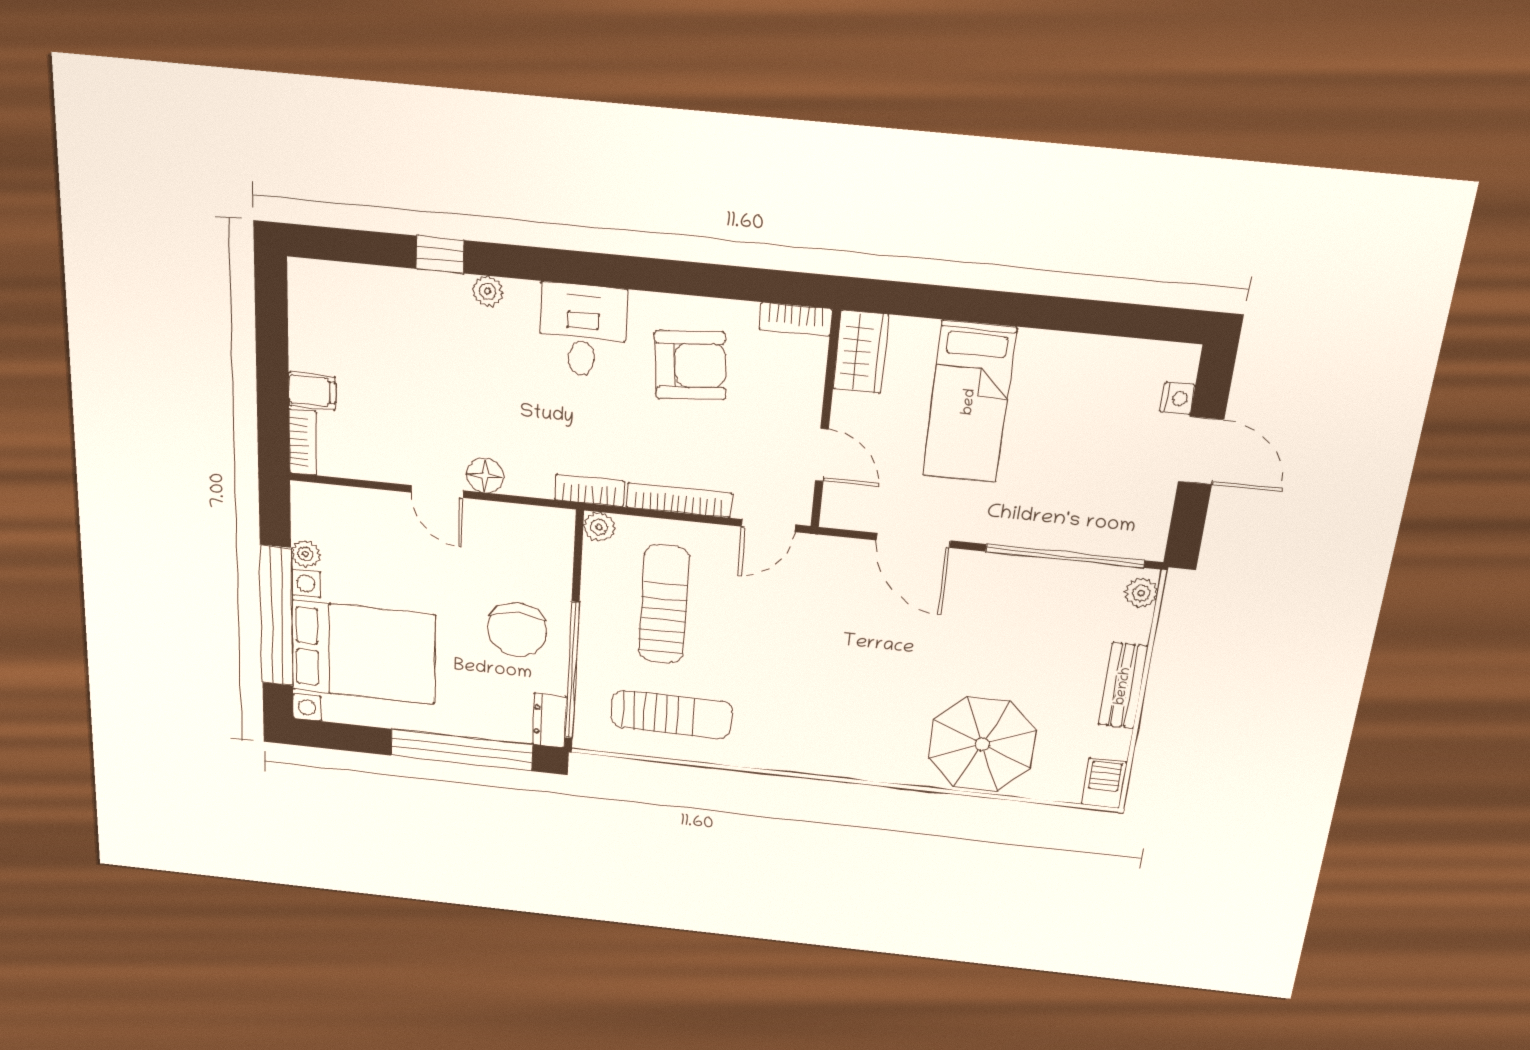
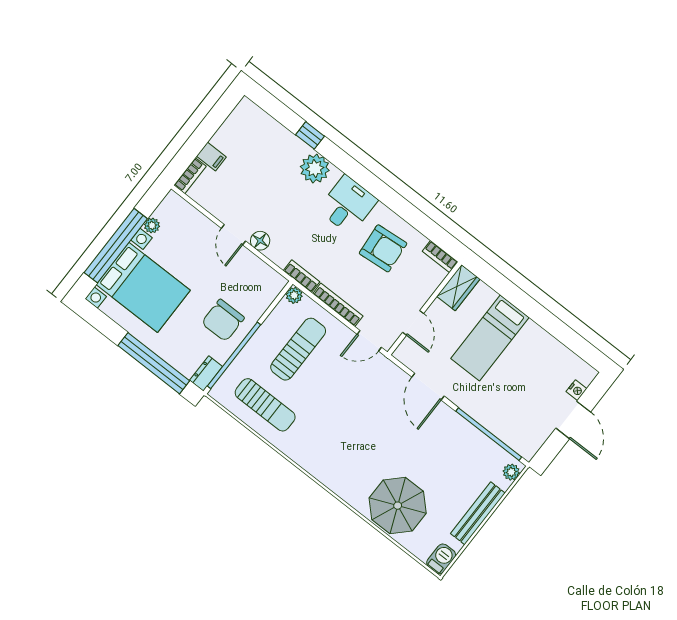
plant: (488, 291) -> (315, 168), width x1.88, depth x1.88
bench: (1123, 686) -> (478, 513), width x1.36

